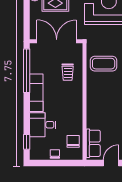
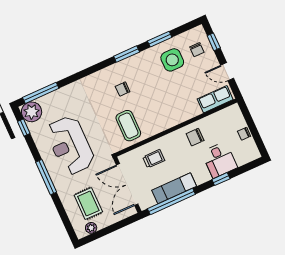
exam couch: (36, 93) -> (174, 188), moved
chair: (73, 141) -> (195, 137), moved
window: (27, 142) -> (221, 179), moved

